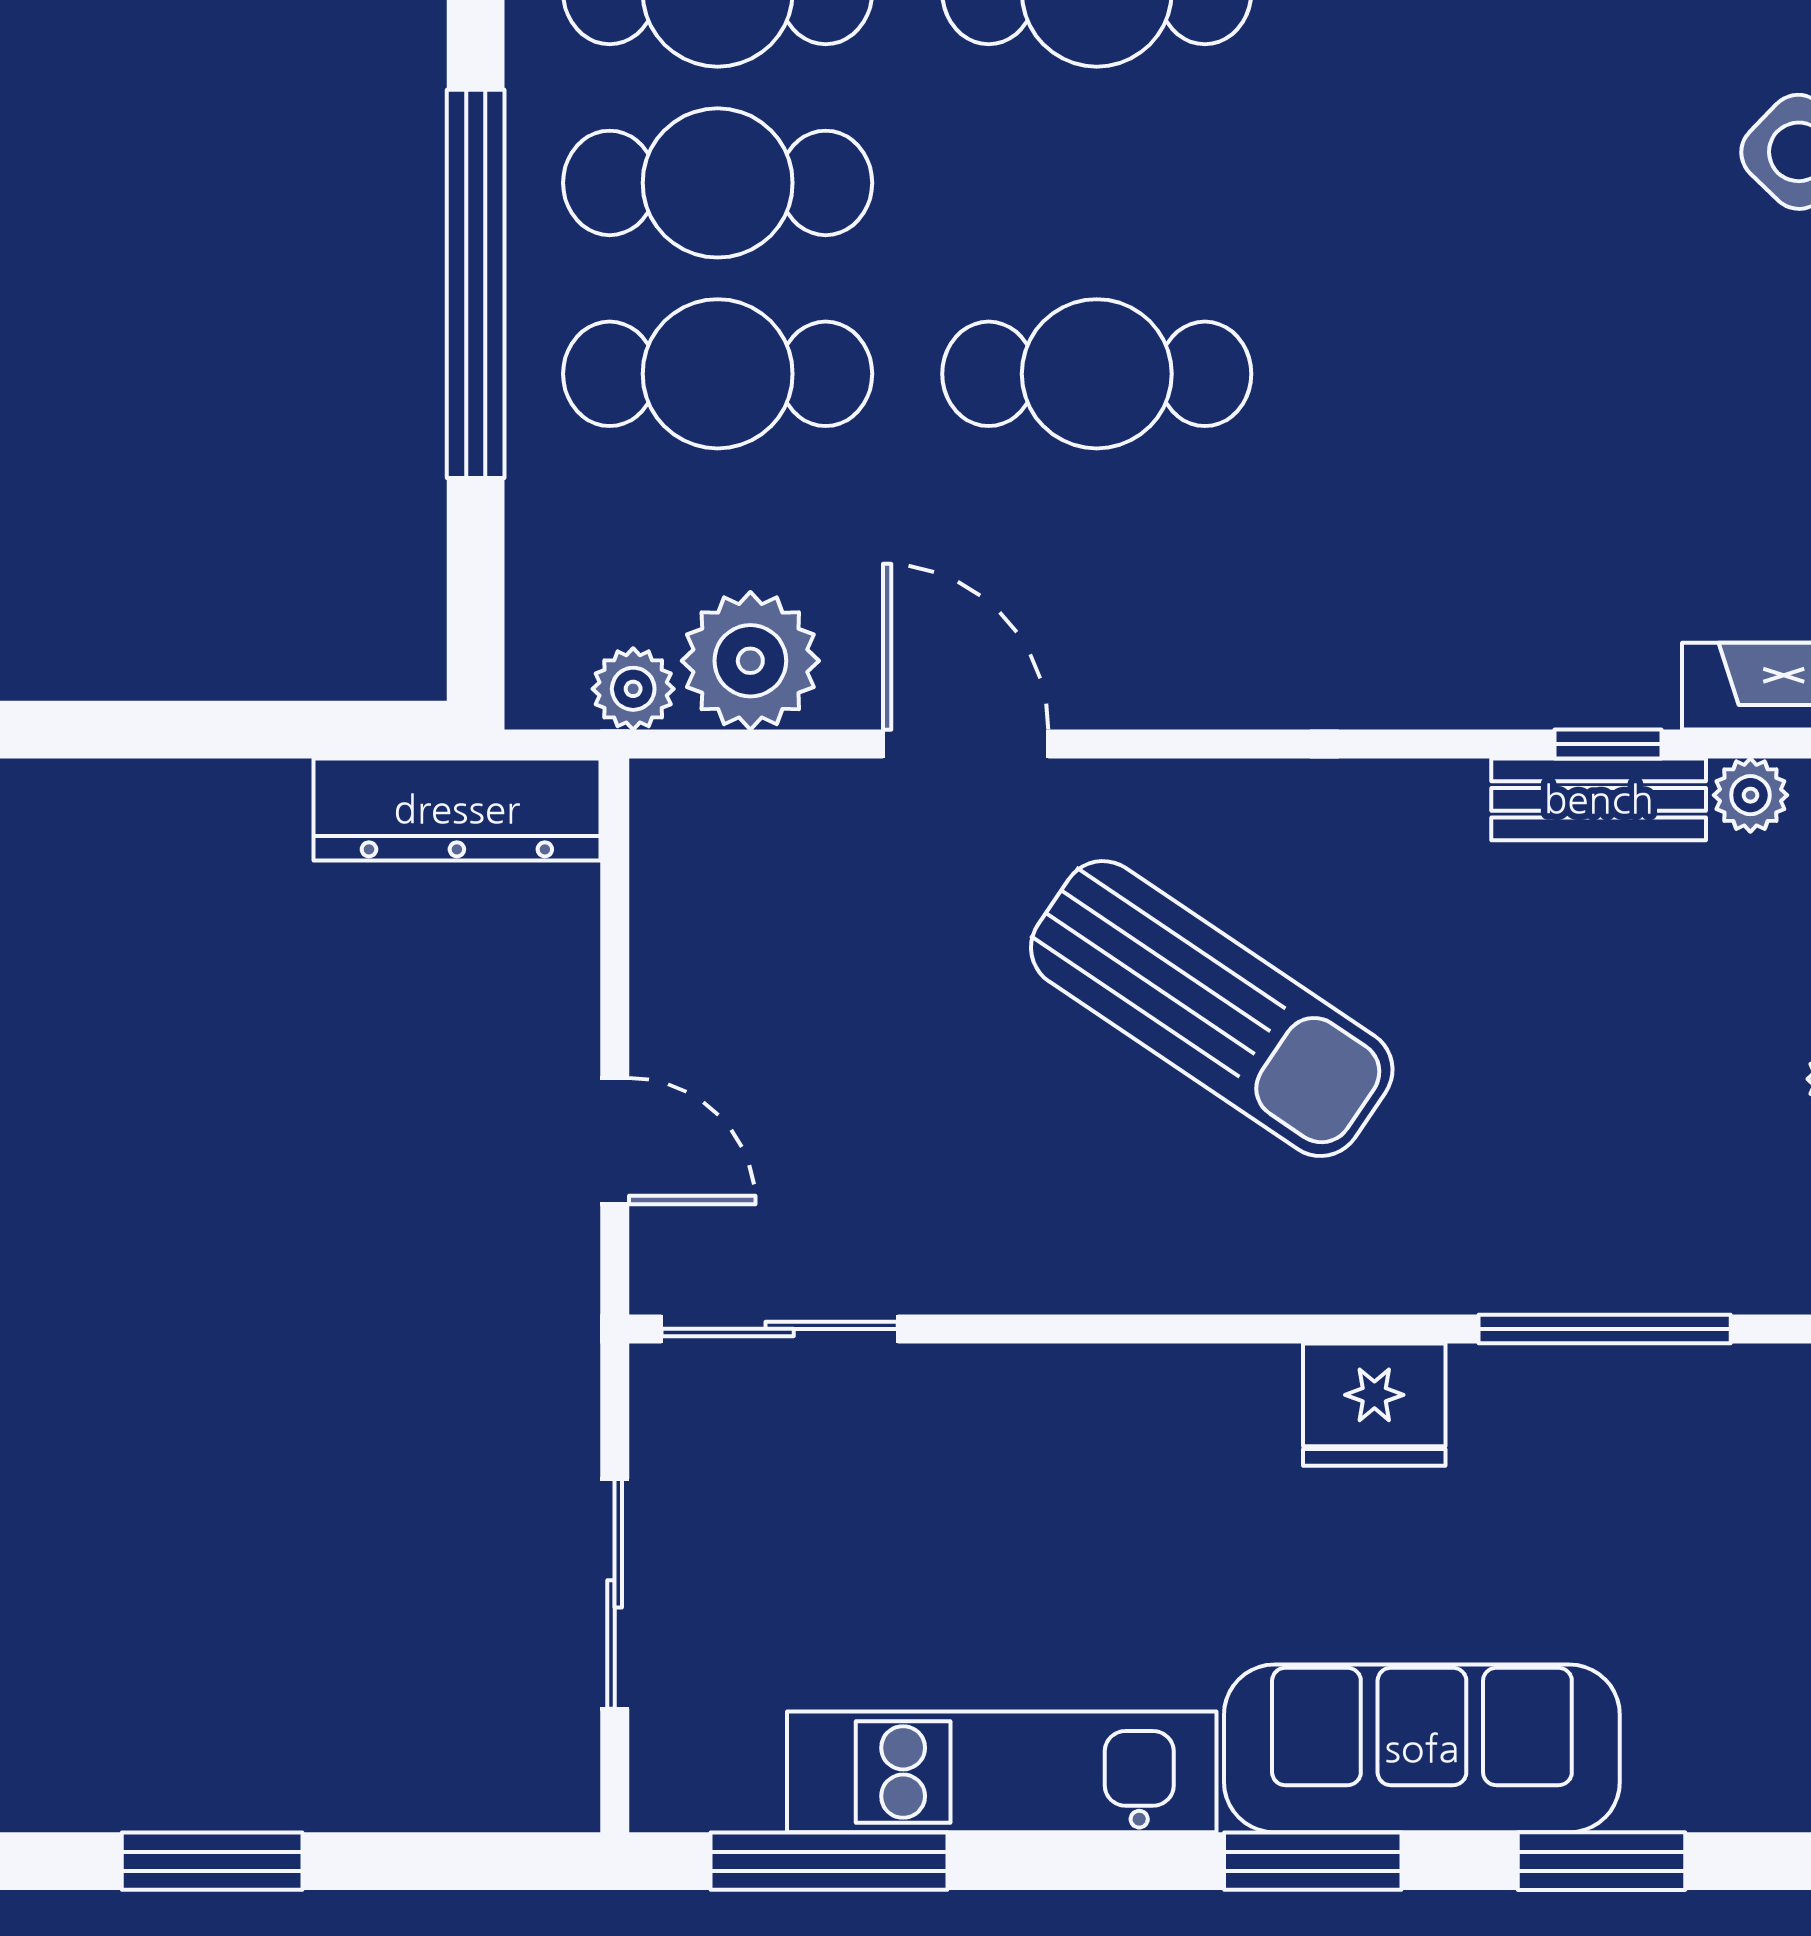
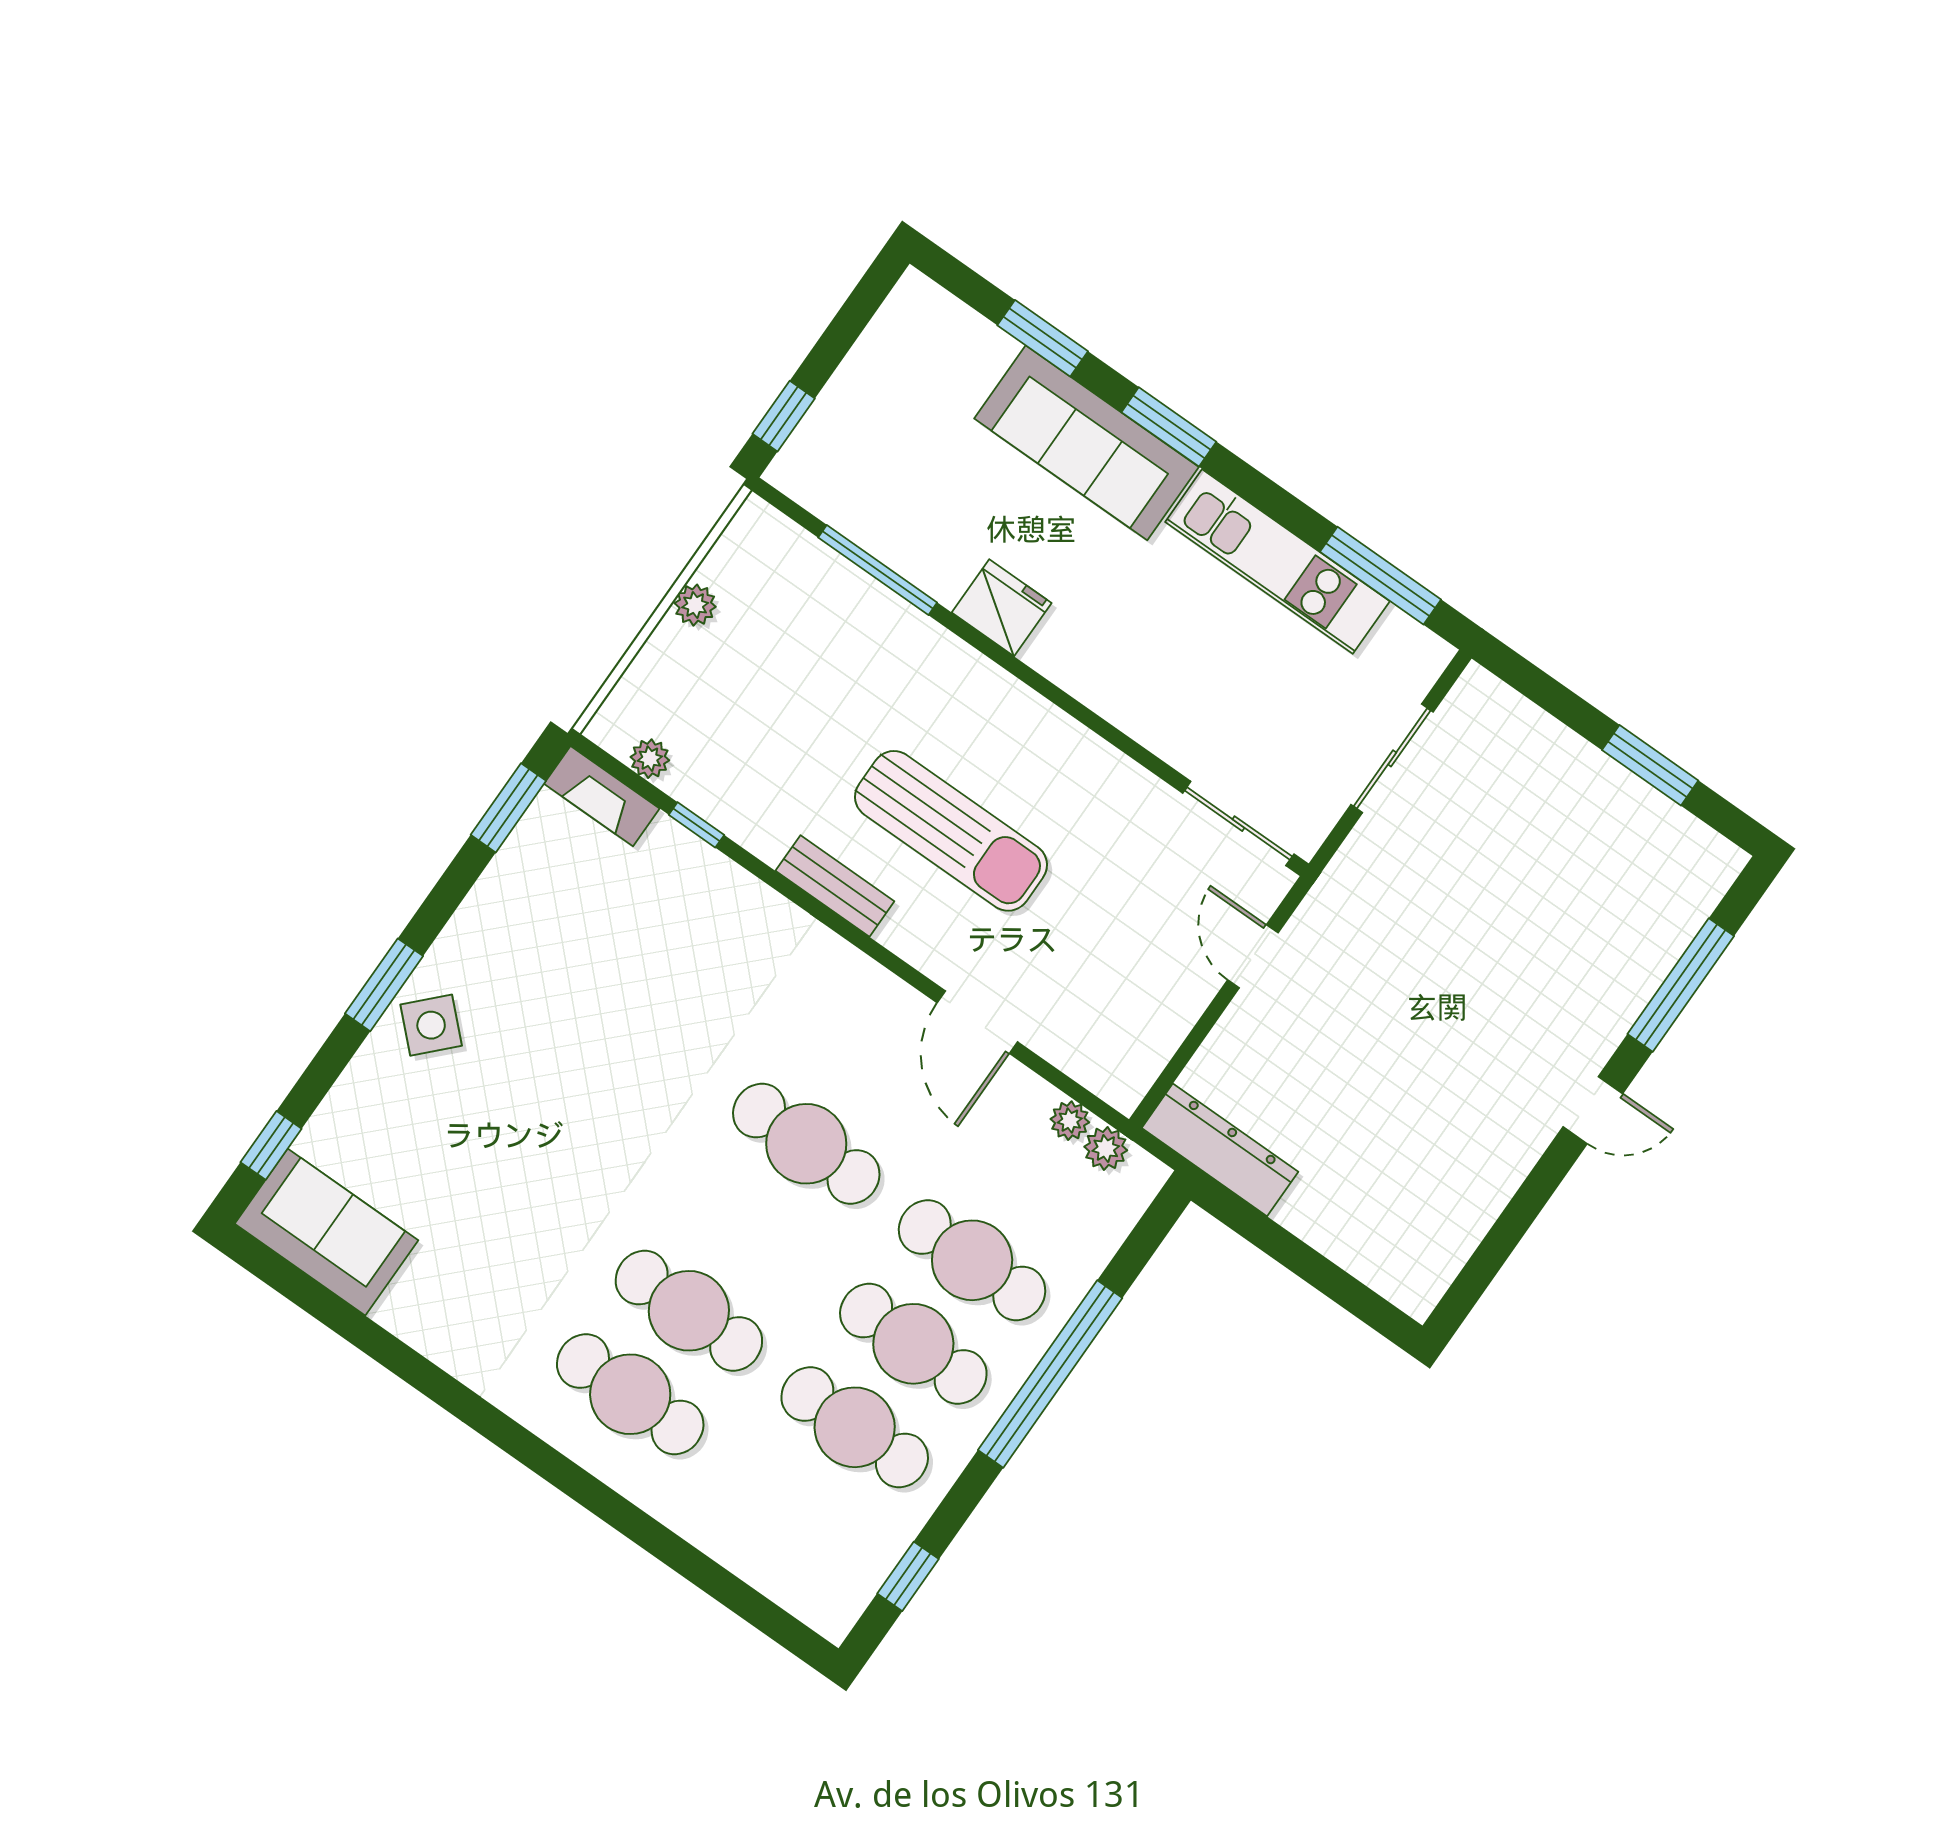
plant: (750, 661) -> (1070, 1121), width x0.53, depth x0.53
bench: (1599, 799) -> (835, 886), moved
sun lounger: (1212, 1009) -> (951, 831), turned 146

